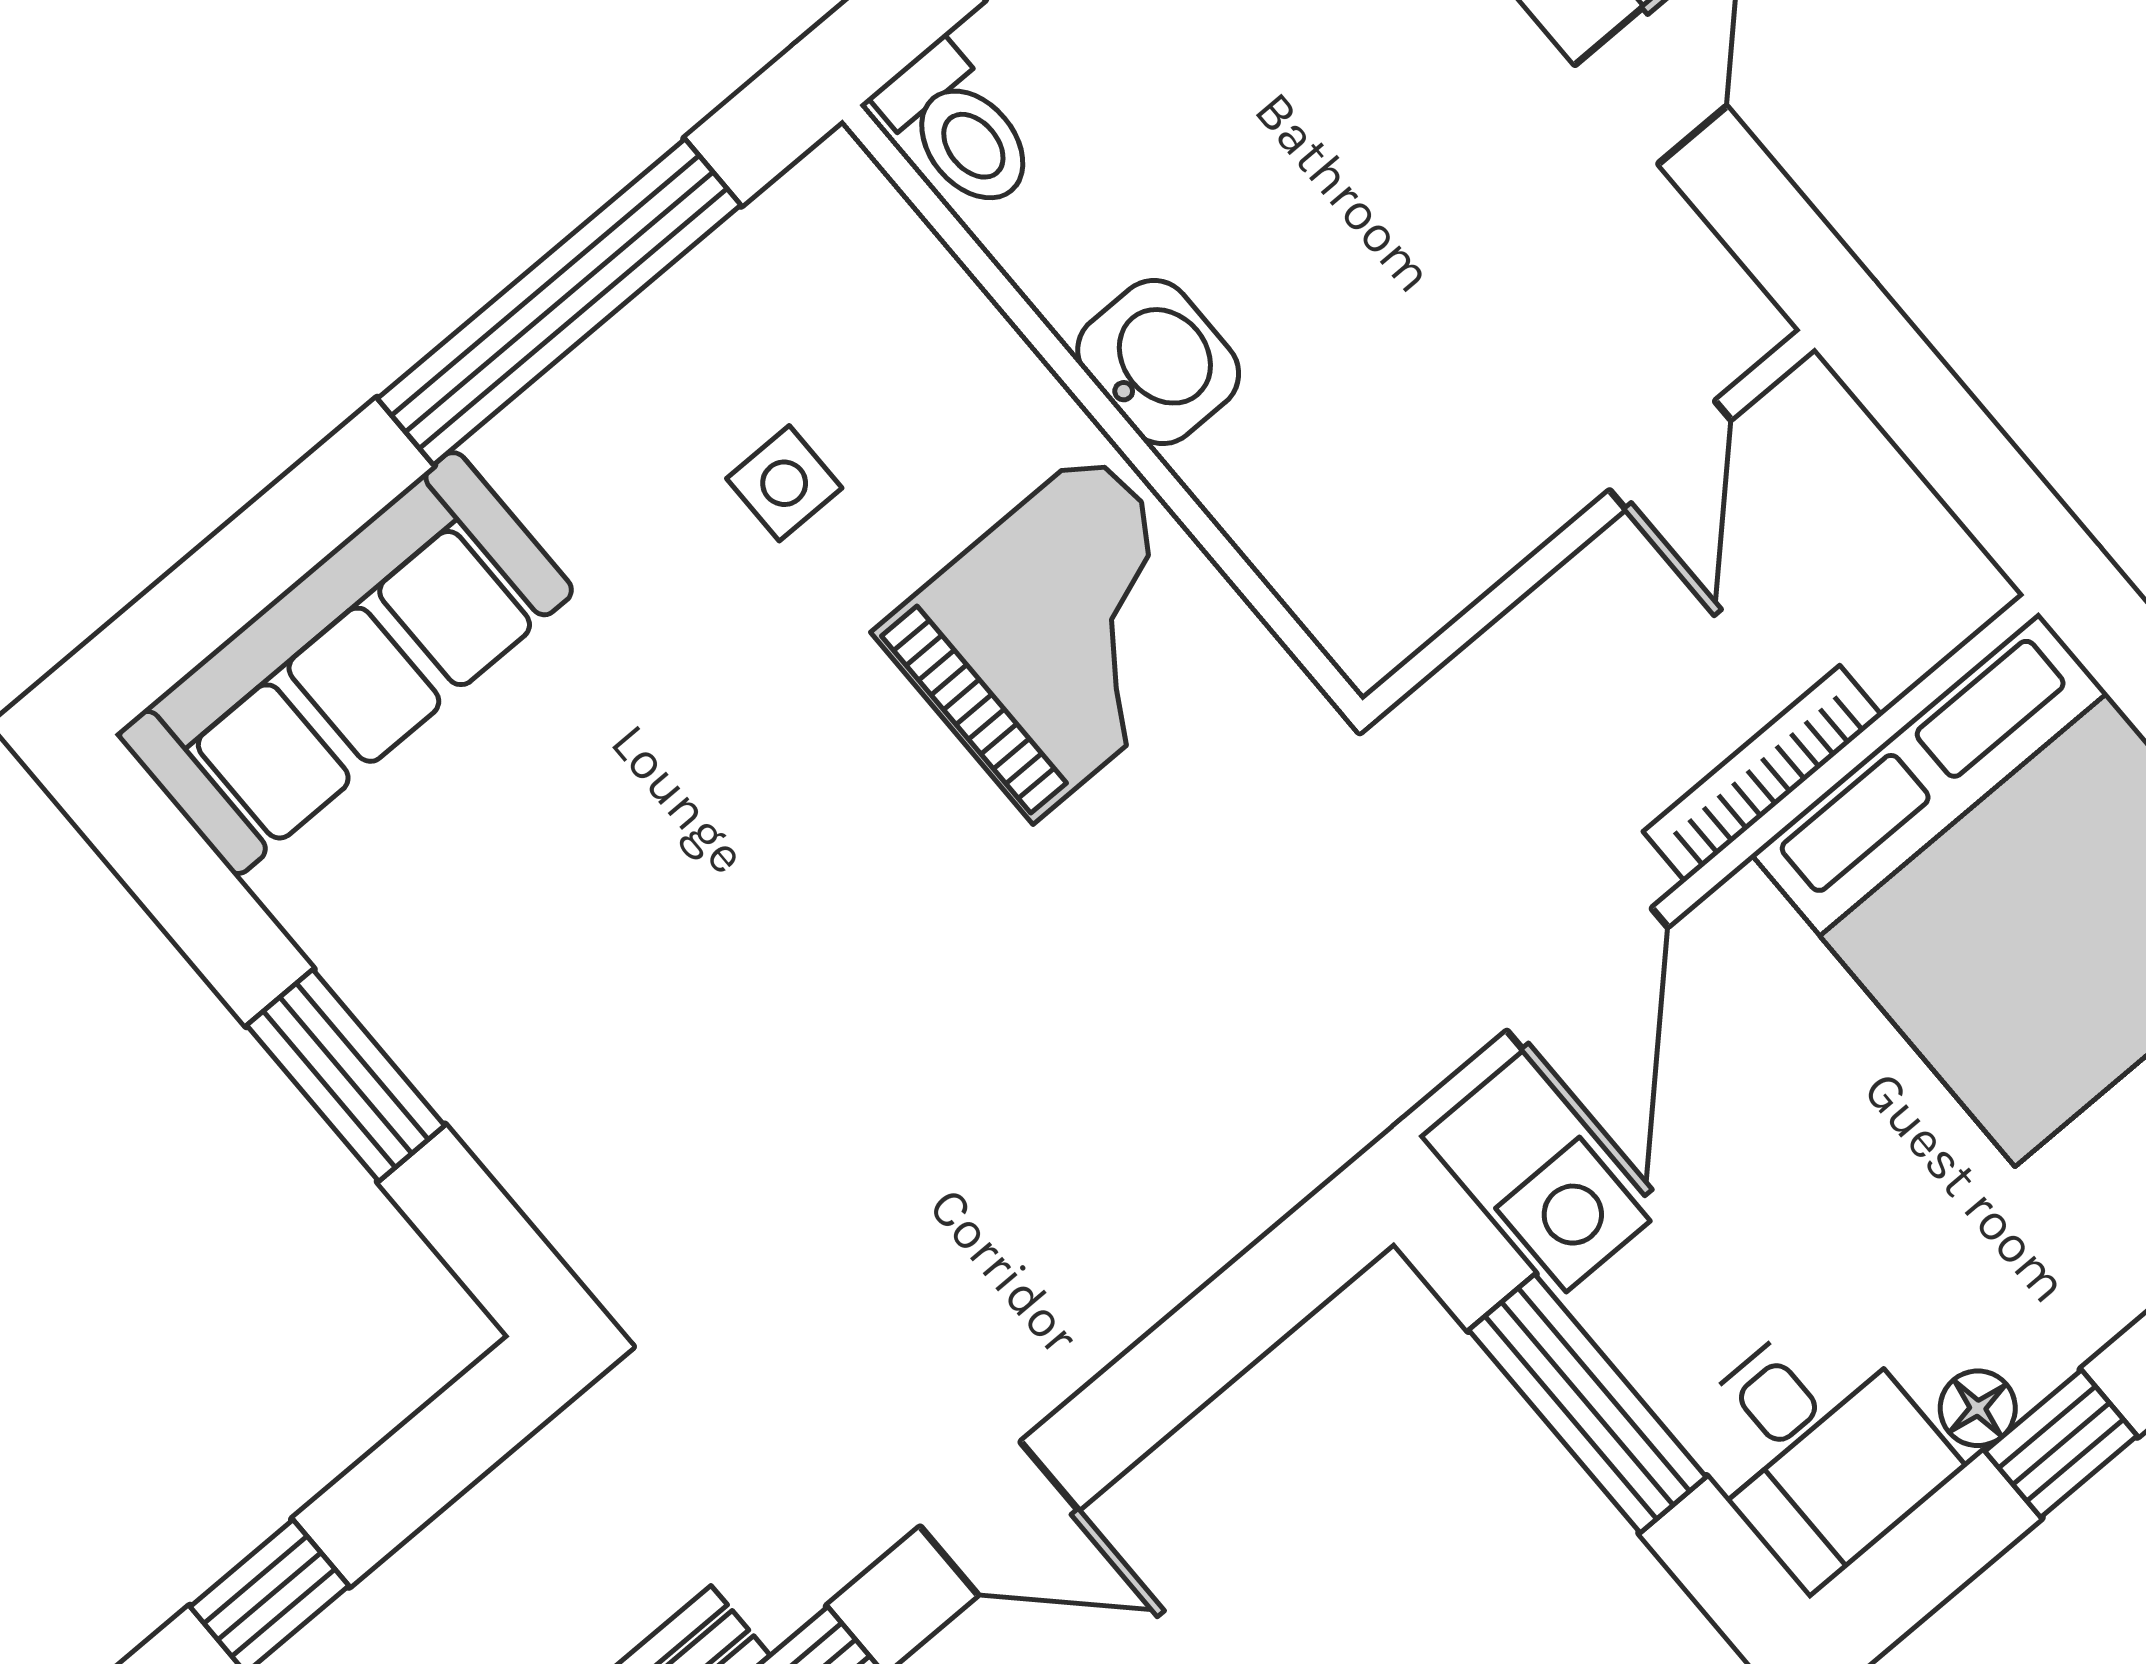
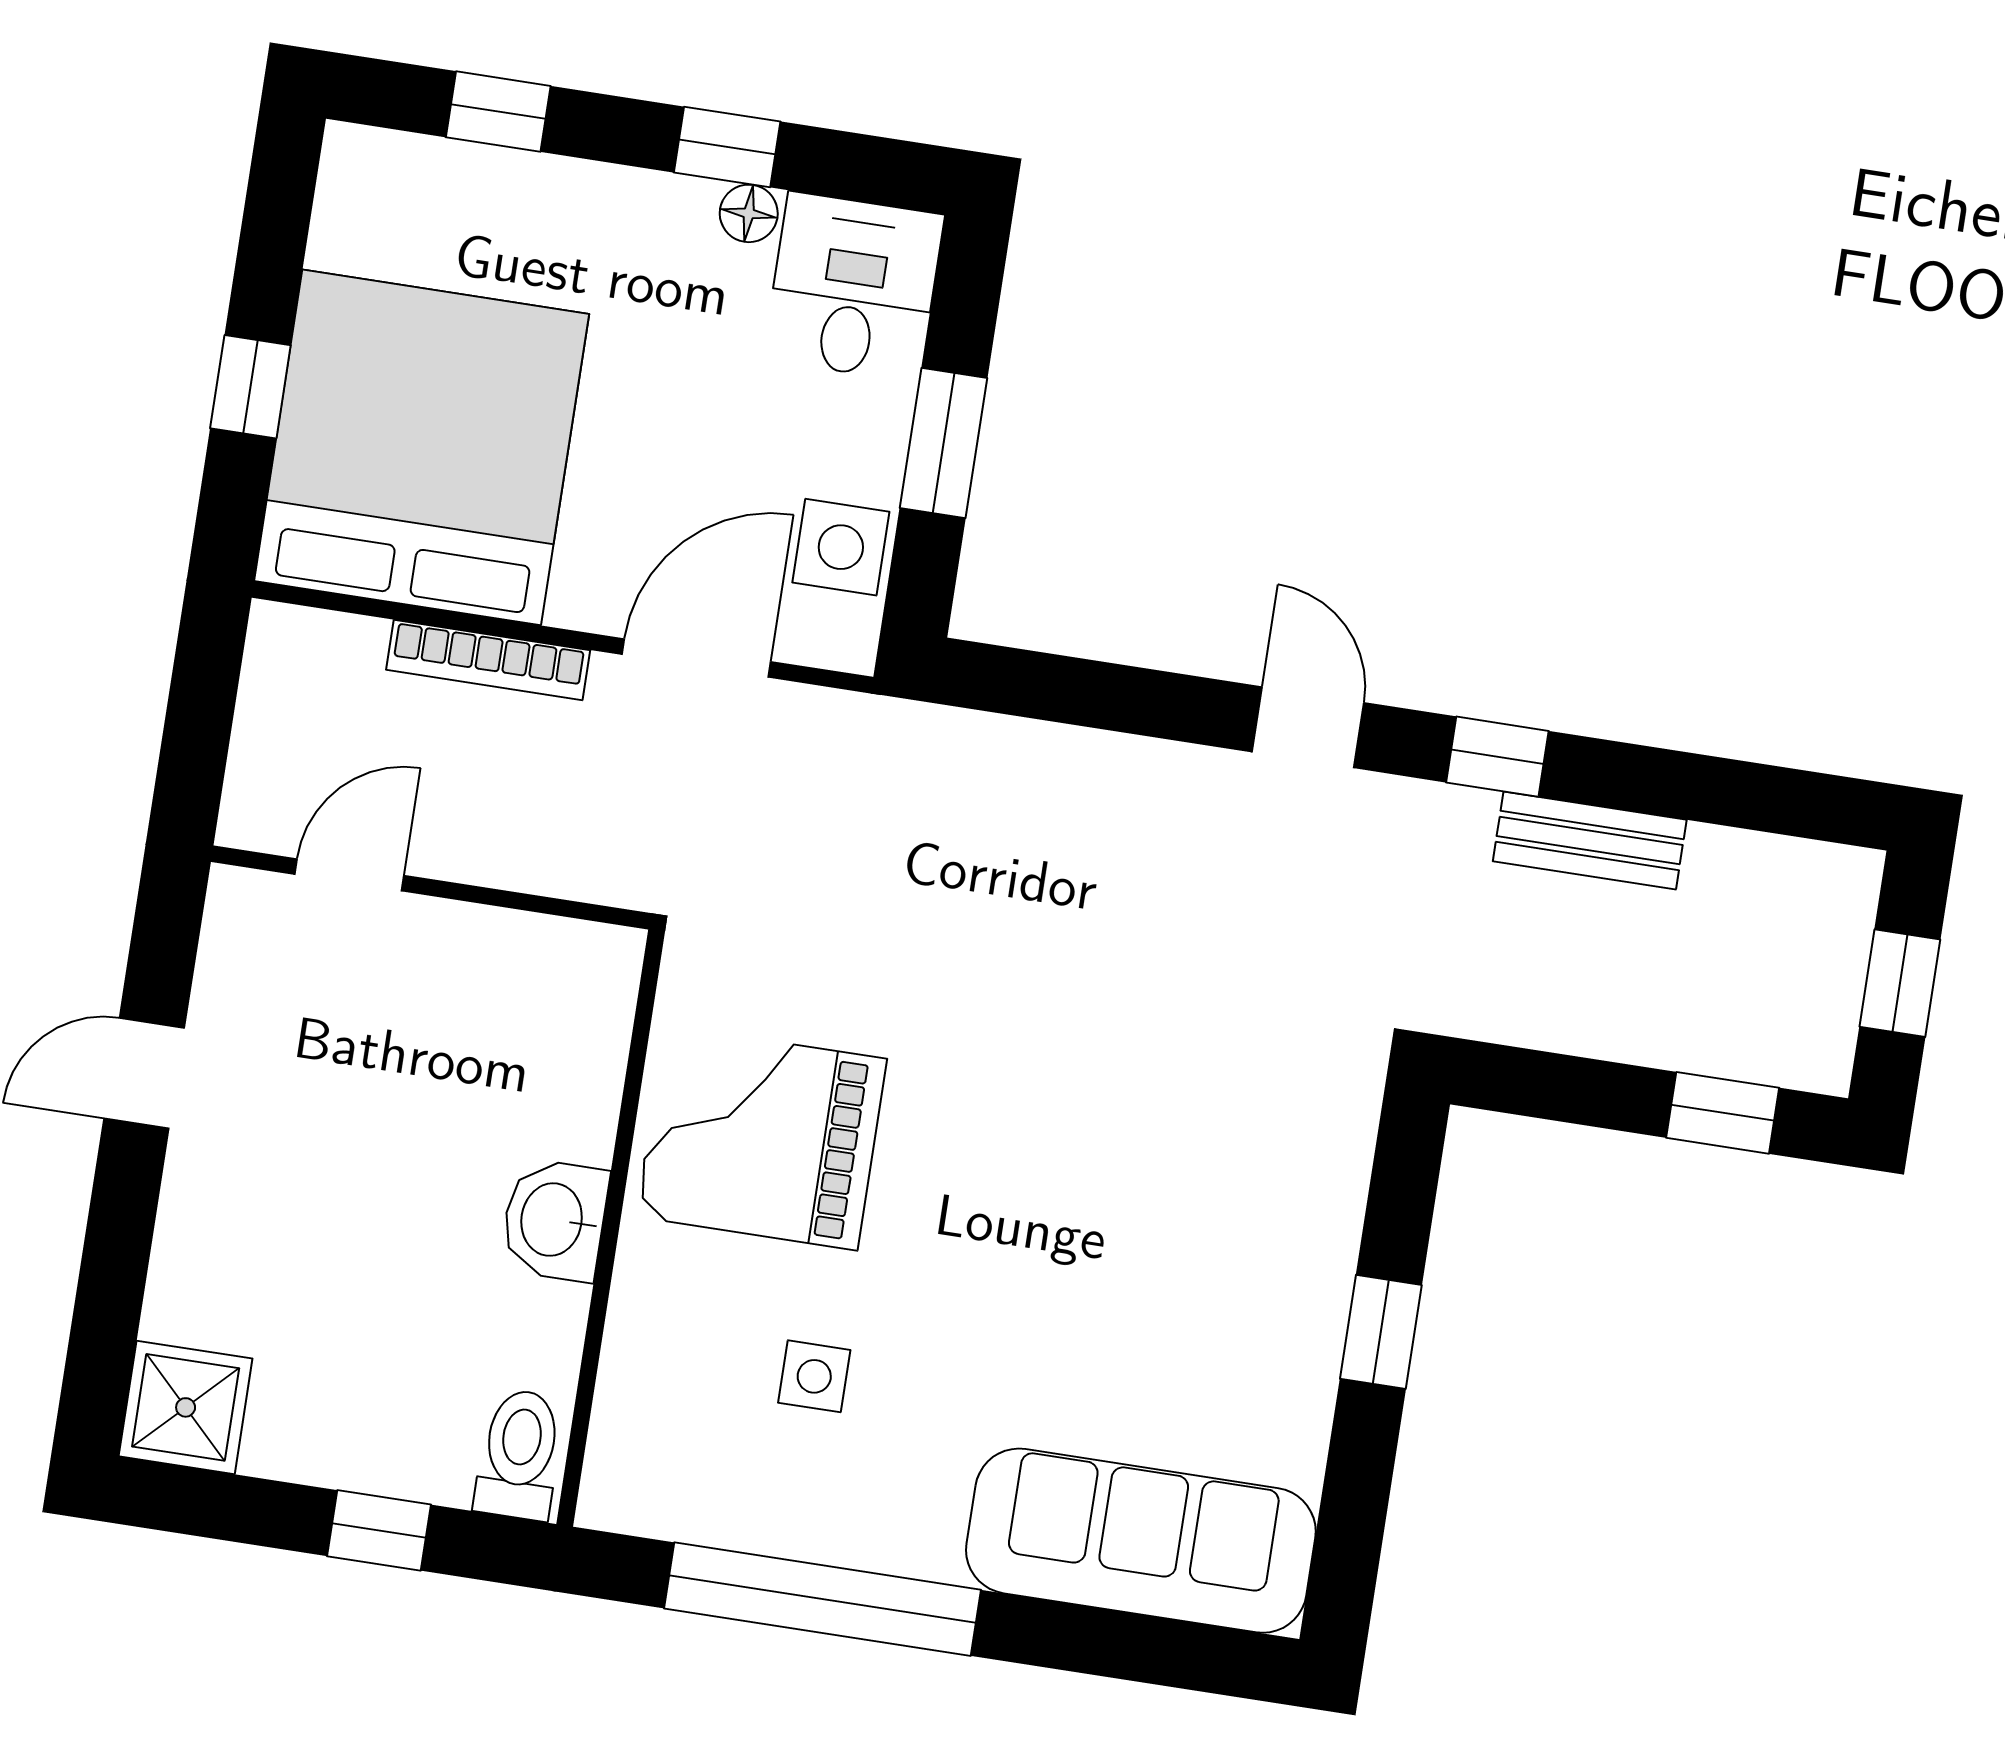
window: (346, 1075) -> (1381, 1332), width x0.67
window: (1587, 1404) -> (944, 443), width x0.69

